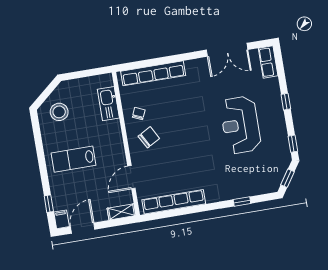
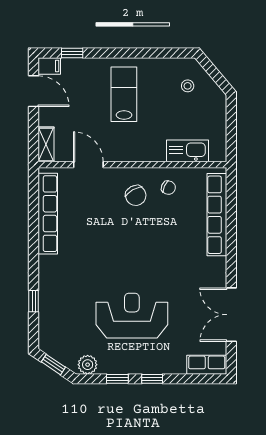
stool: (59, 112) -> (188, 86), width x0.53, depth x0.53
window: (293, 144) -> (117, 379), moved
plant: (283, 152) -> (88, 365), added

